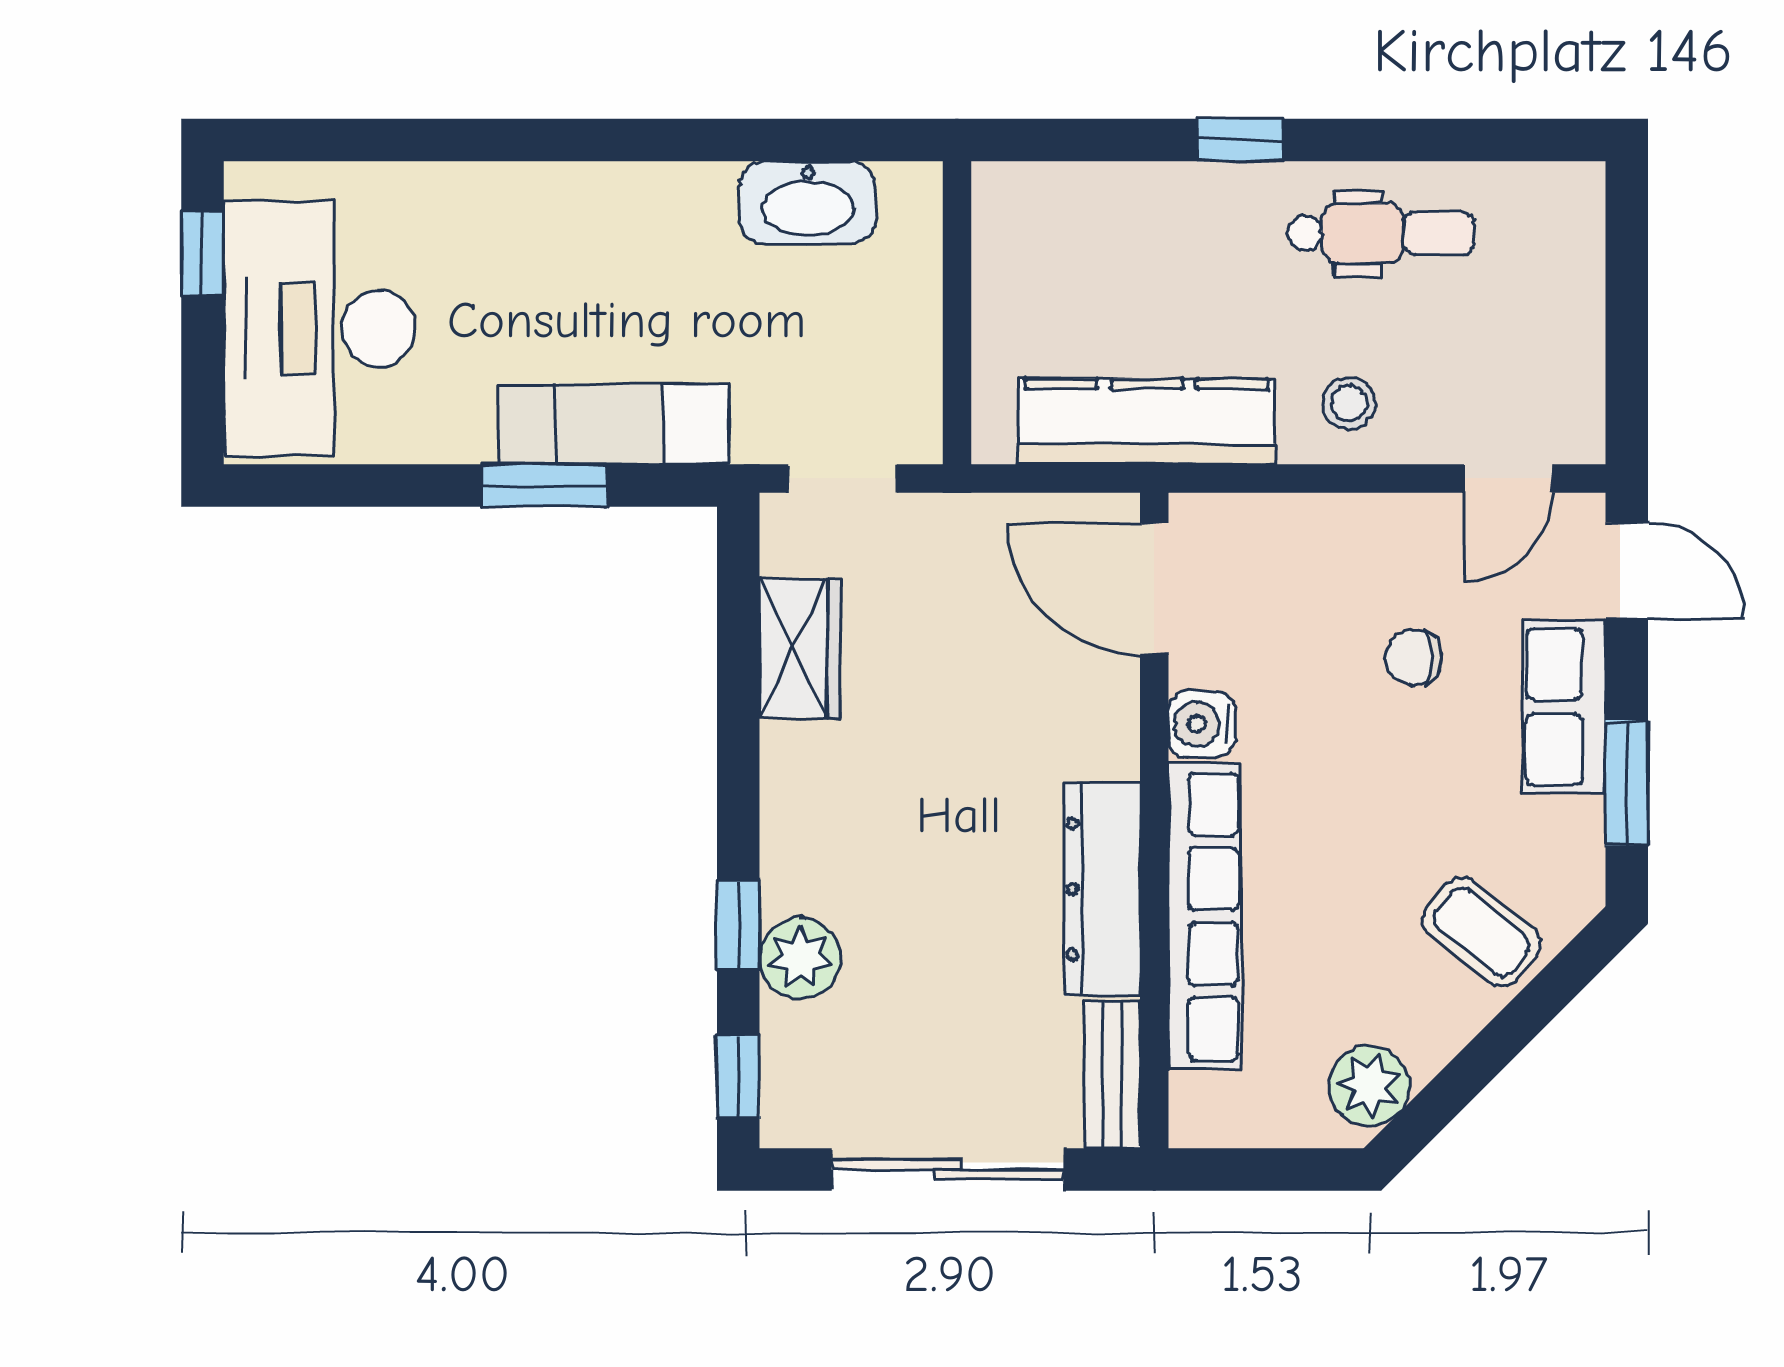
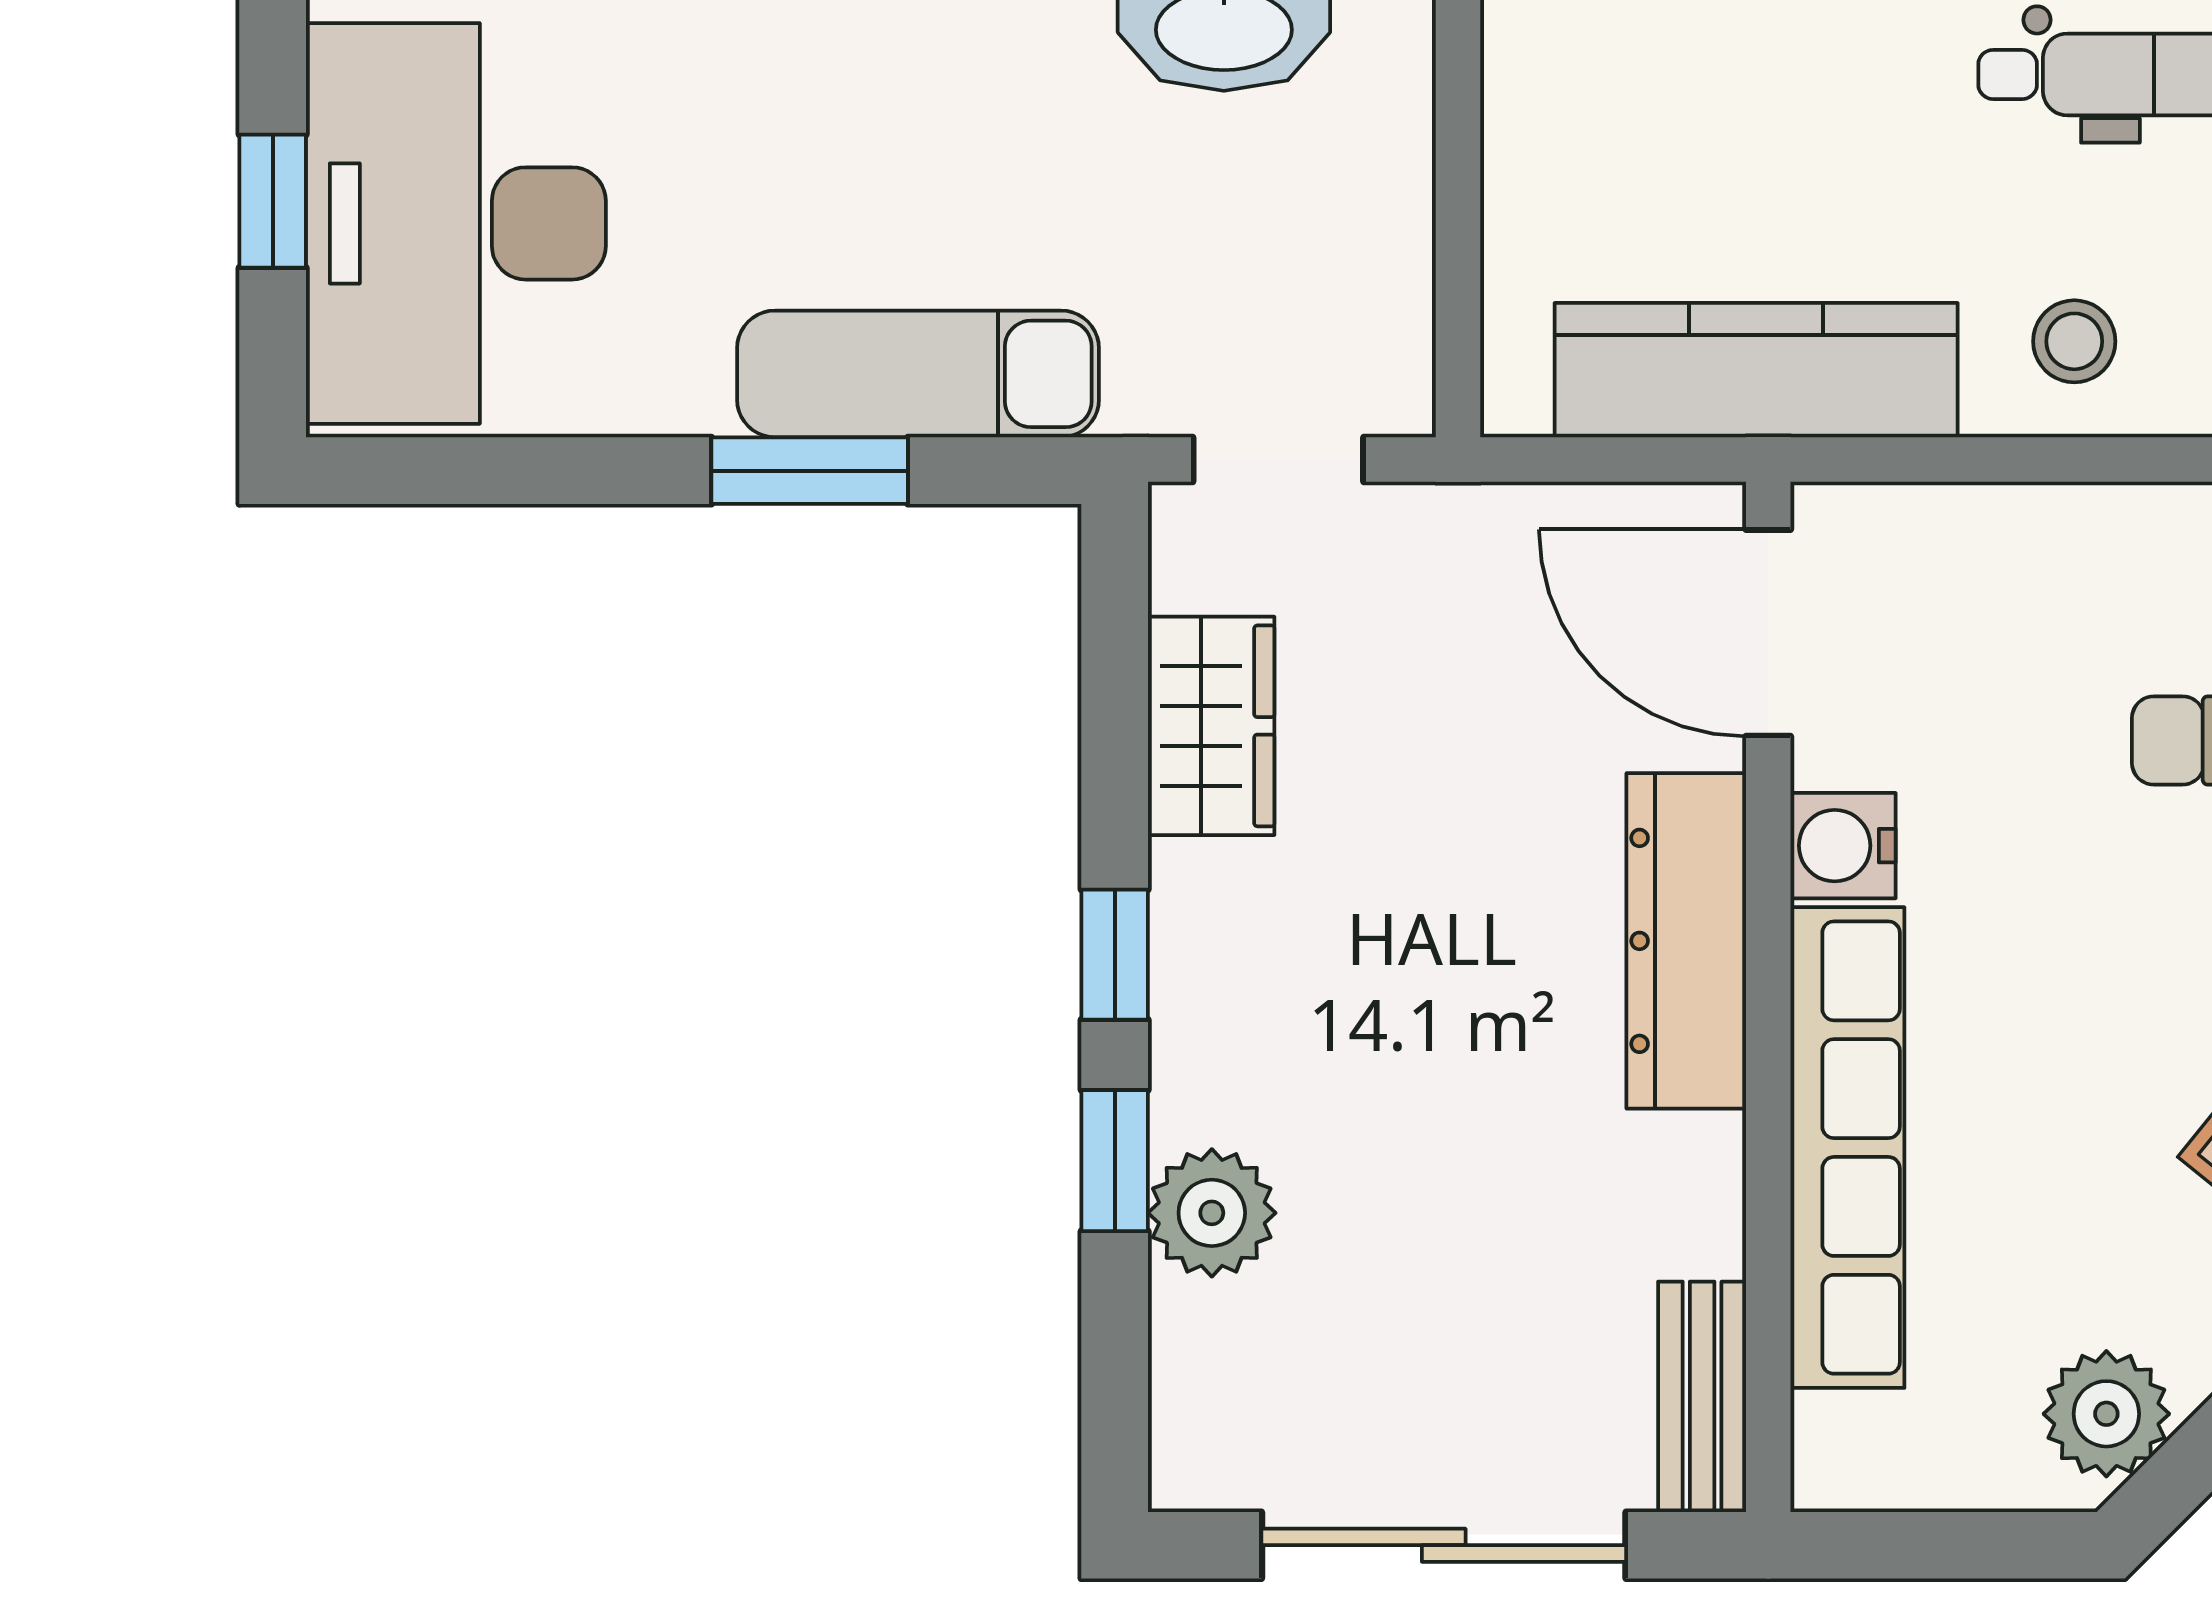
window: (202, 253) -> (273, 201), moved
dresser: (1102, 889) -> (1686, 941), moved
window: (738, 1077) -> (1115, 955), moved

